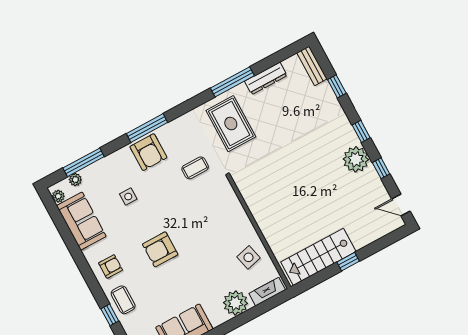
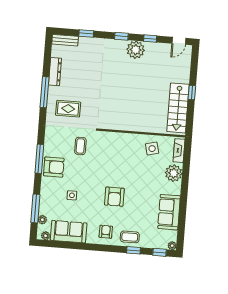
rug: (231, 124) -> (68, 109), width x0.73, depth x0.70

